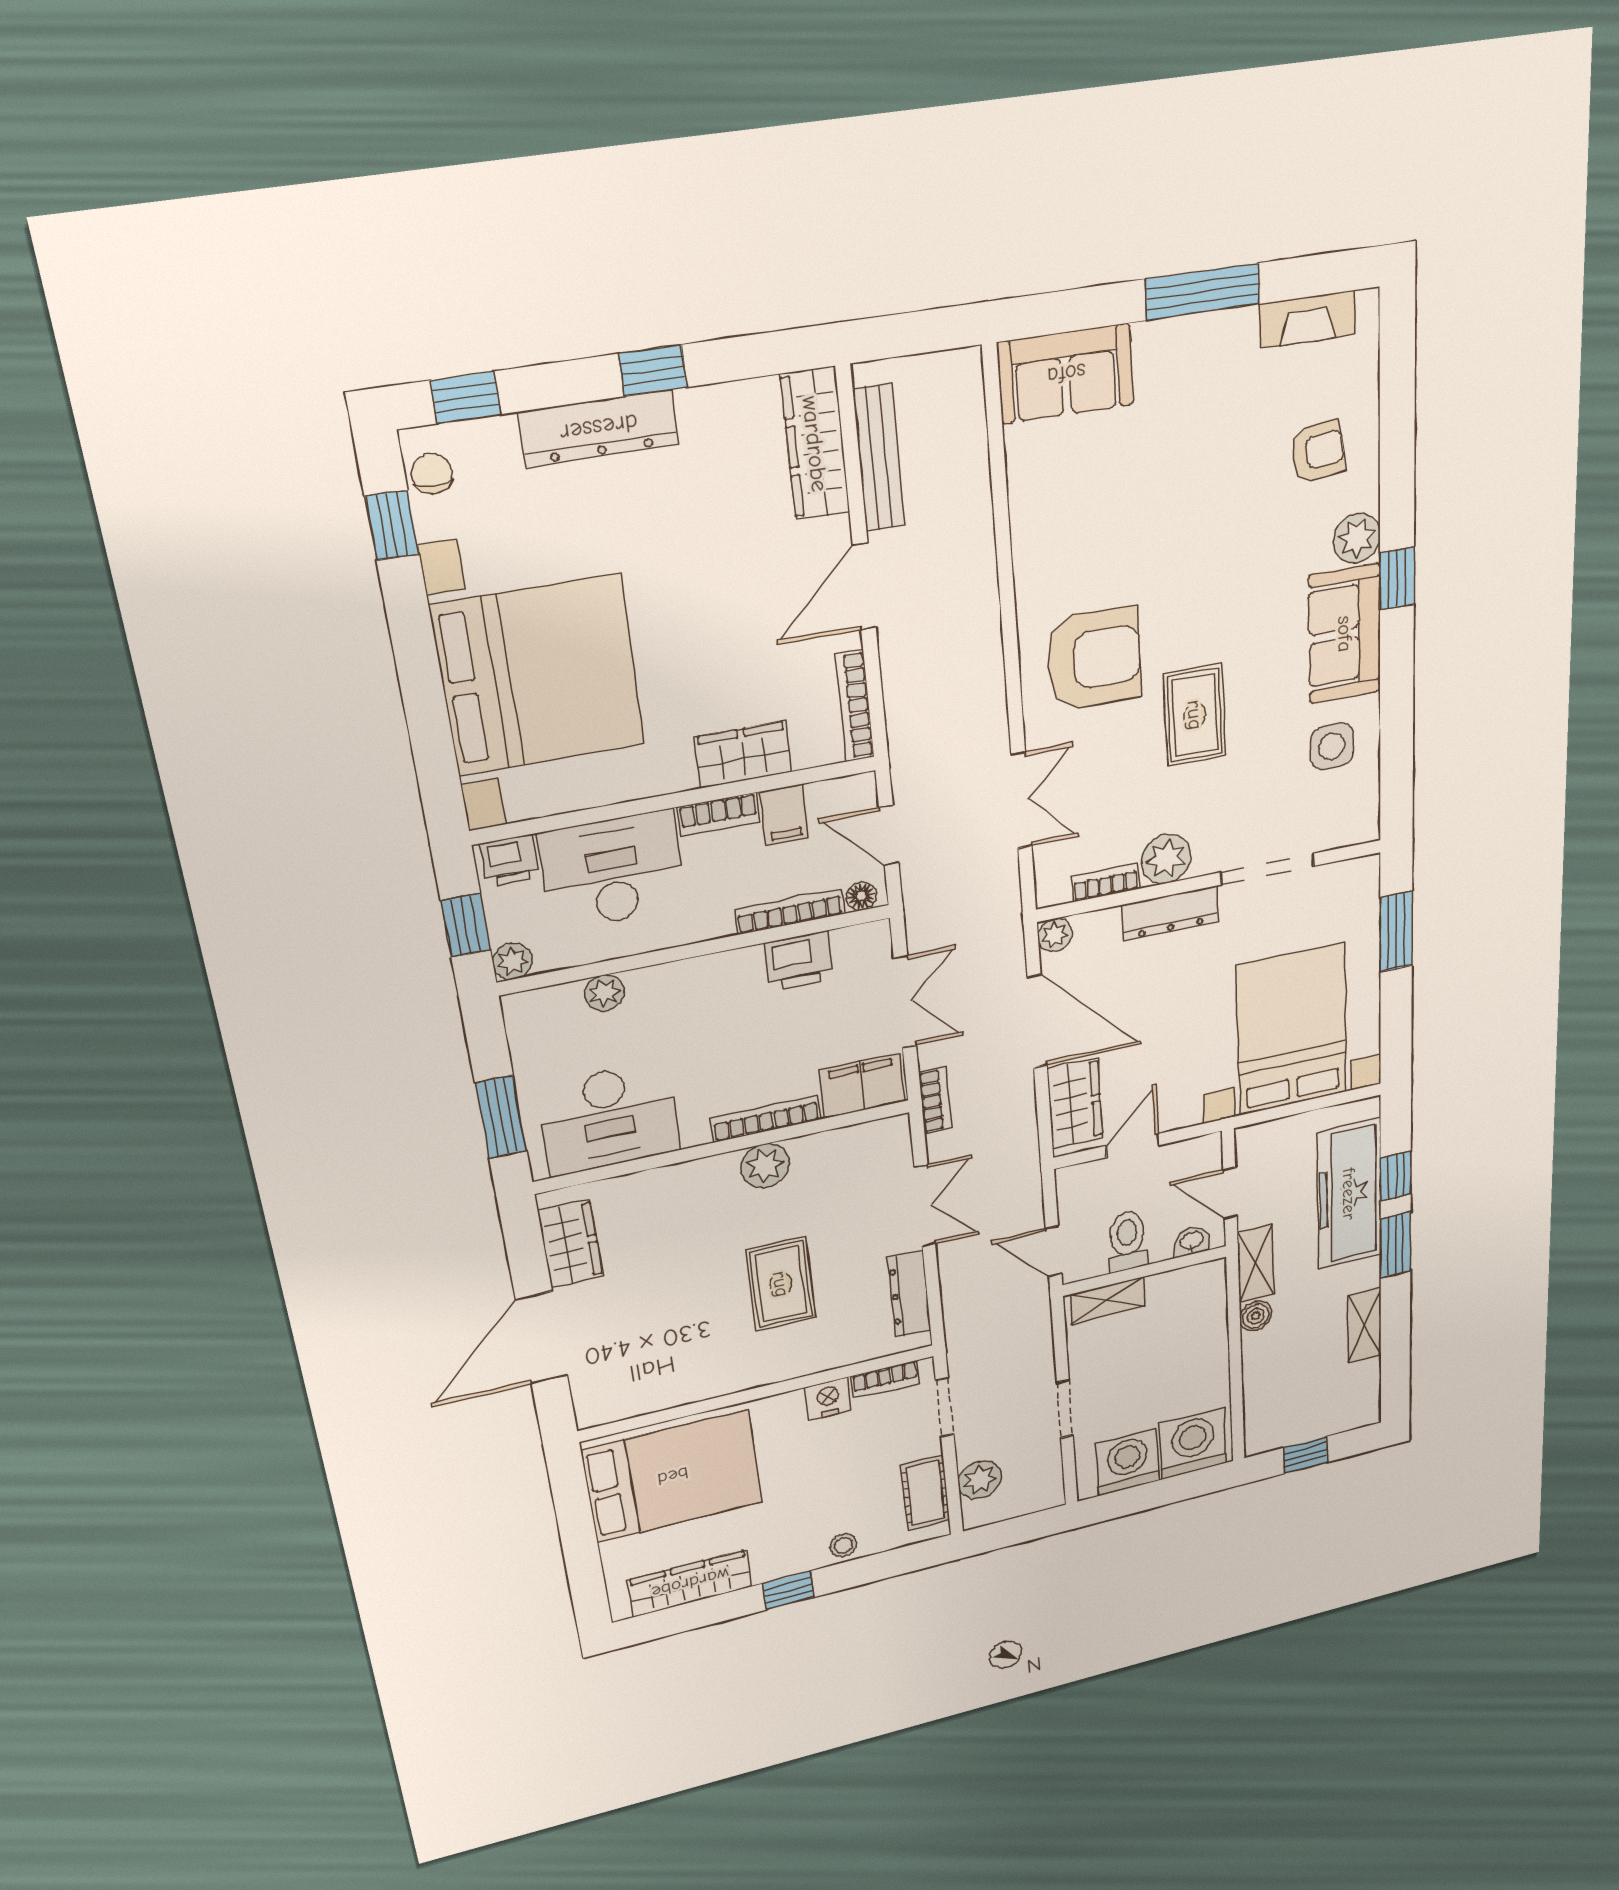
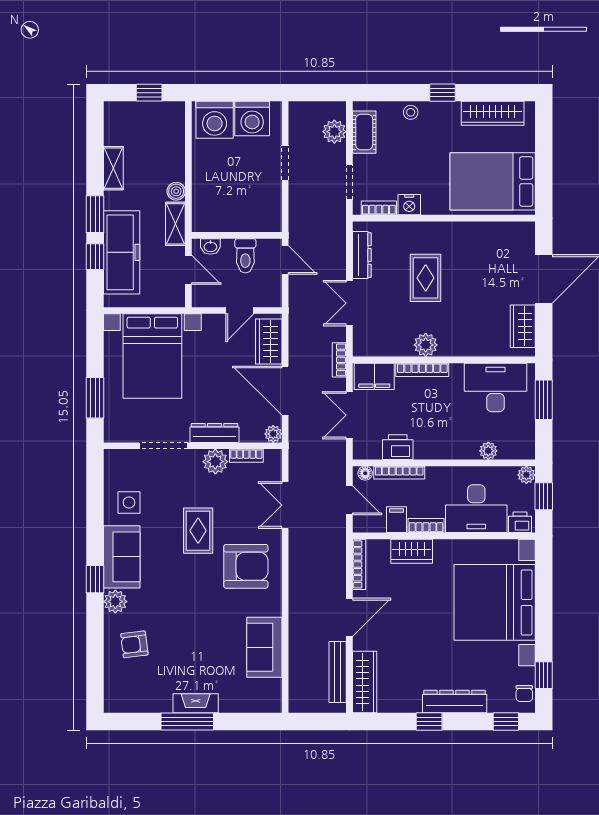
fireplace: (1307, 319) -> (196, 703), moved
sofa: (1066, 374) -> (264, 647), moved, turned -90
armchair: (1094, 659) -> (246, 566), turned 180
shelving: (1108, 1300) -> (258, 223), removed

